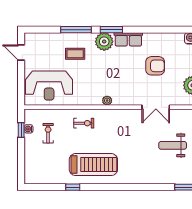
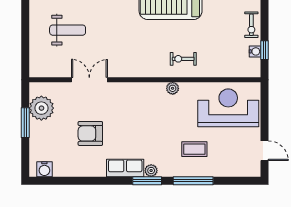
plant: (104, 42) -> (151, 171), width x0.53, depth x0.53
plant: (107, 101) -> (173, 88), moved
exercise bike: (48, 133) -> (251, 25), moved

